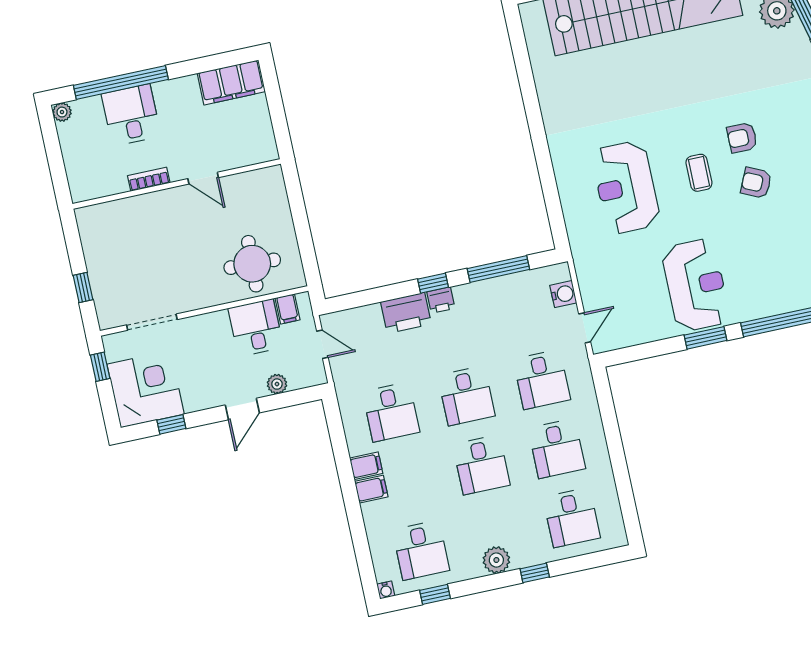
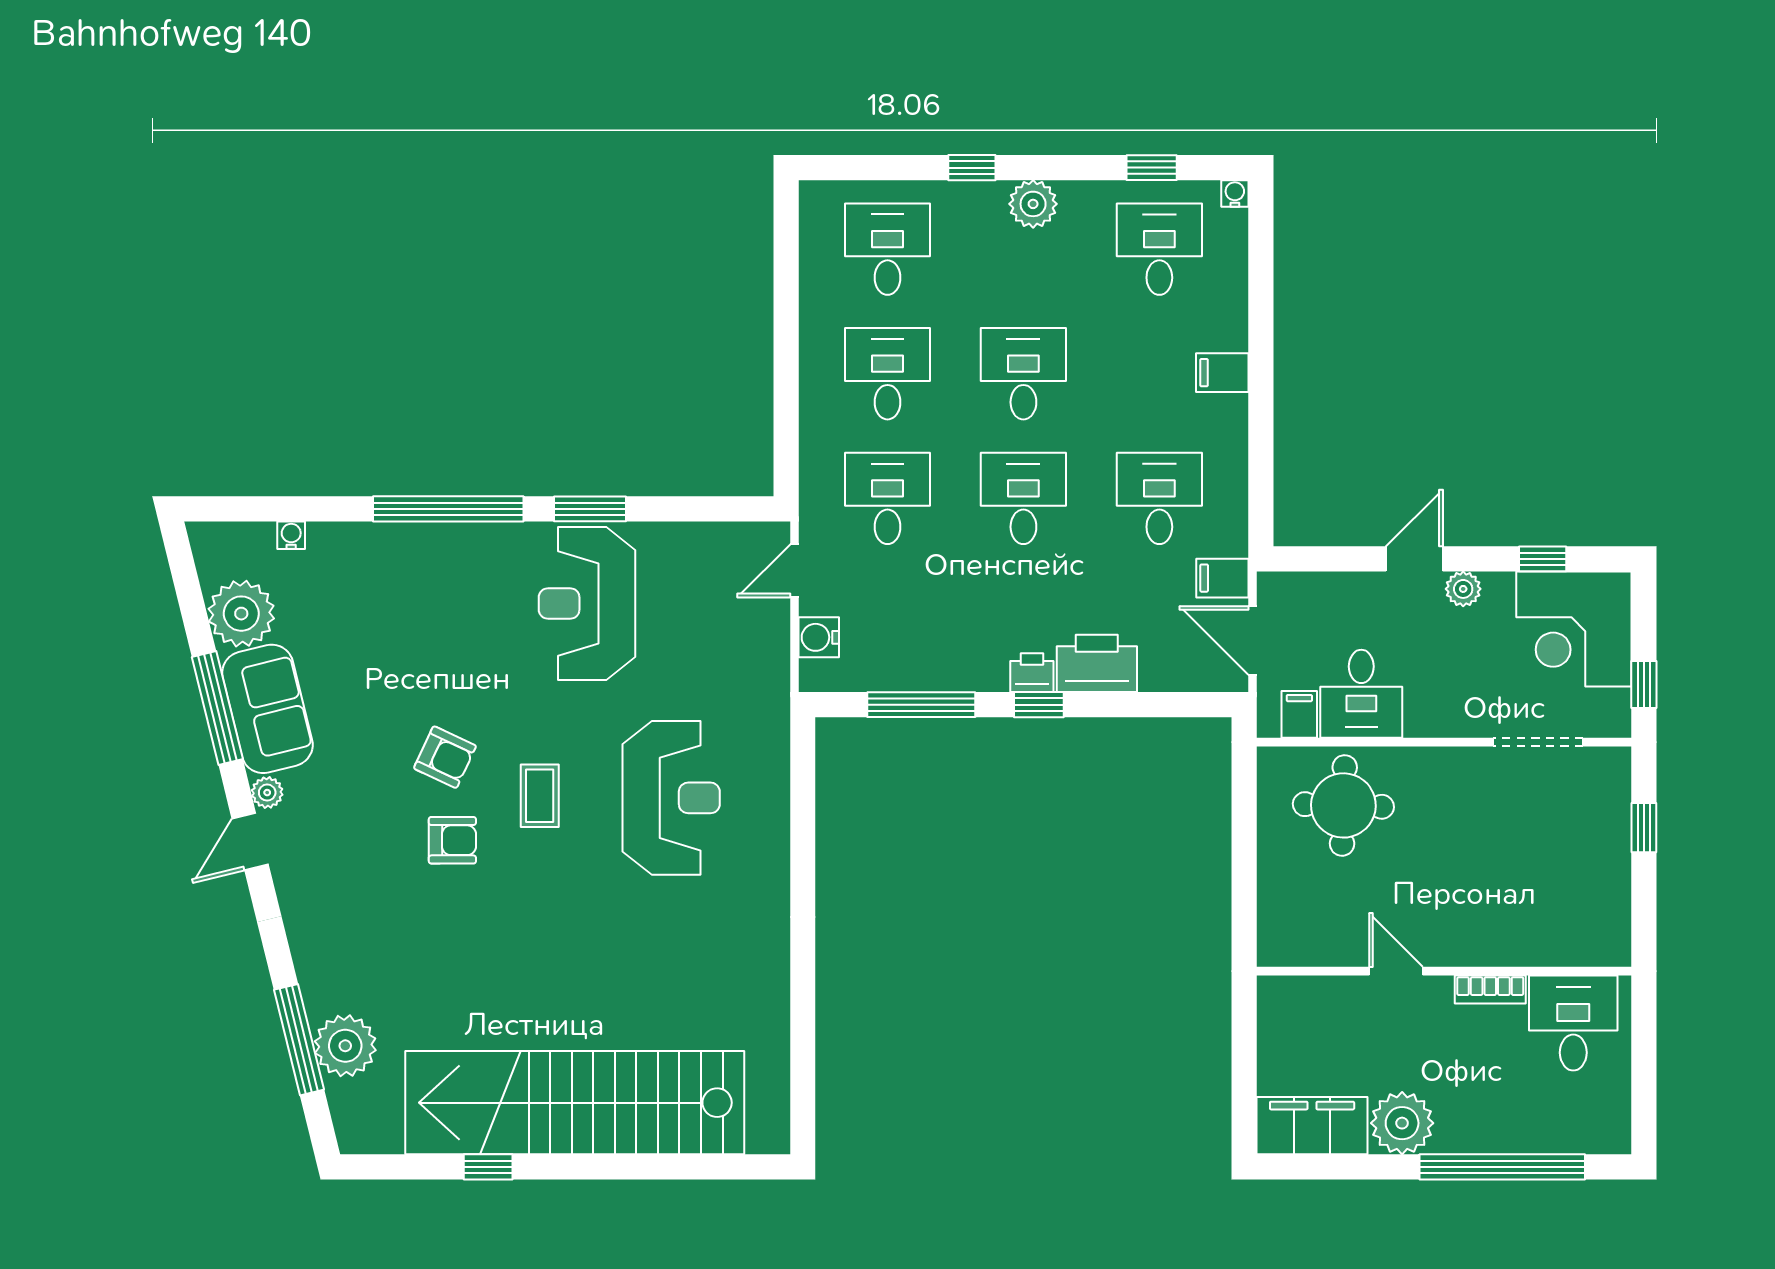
plant: (62, 112) -> (1402, 1123), moved, width x1.88, depth x1.88
desk: (131, 115) -> (1573, 1023), moved, turned 180
door: (322, 344) -> (1252, 641), width x1.37
plant: (277, 384) -> (1463, 589), moved
filing cabinet: (366, 466) -> (1222, 578), moved

